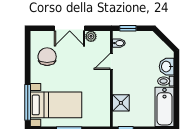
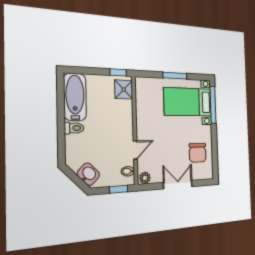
plant: (91, 36) -> (145, 178), moved
washbasin: (167, 67) -> (88, 174), moved, turned -45
shower: (121, 103) -> (124, 89), moved

